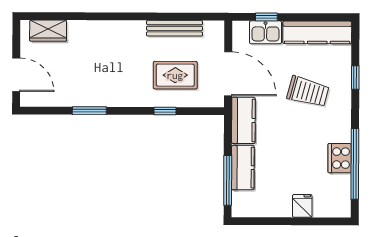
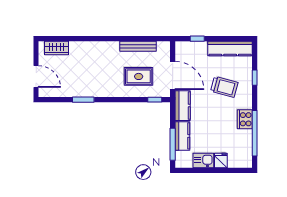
kitchen sink: (265, 32) -> (203, 160), moved, turned 180
window: (165, 111) -> (155, 100), moved
cooker: (340, 158) -> (245, 119), moved

